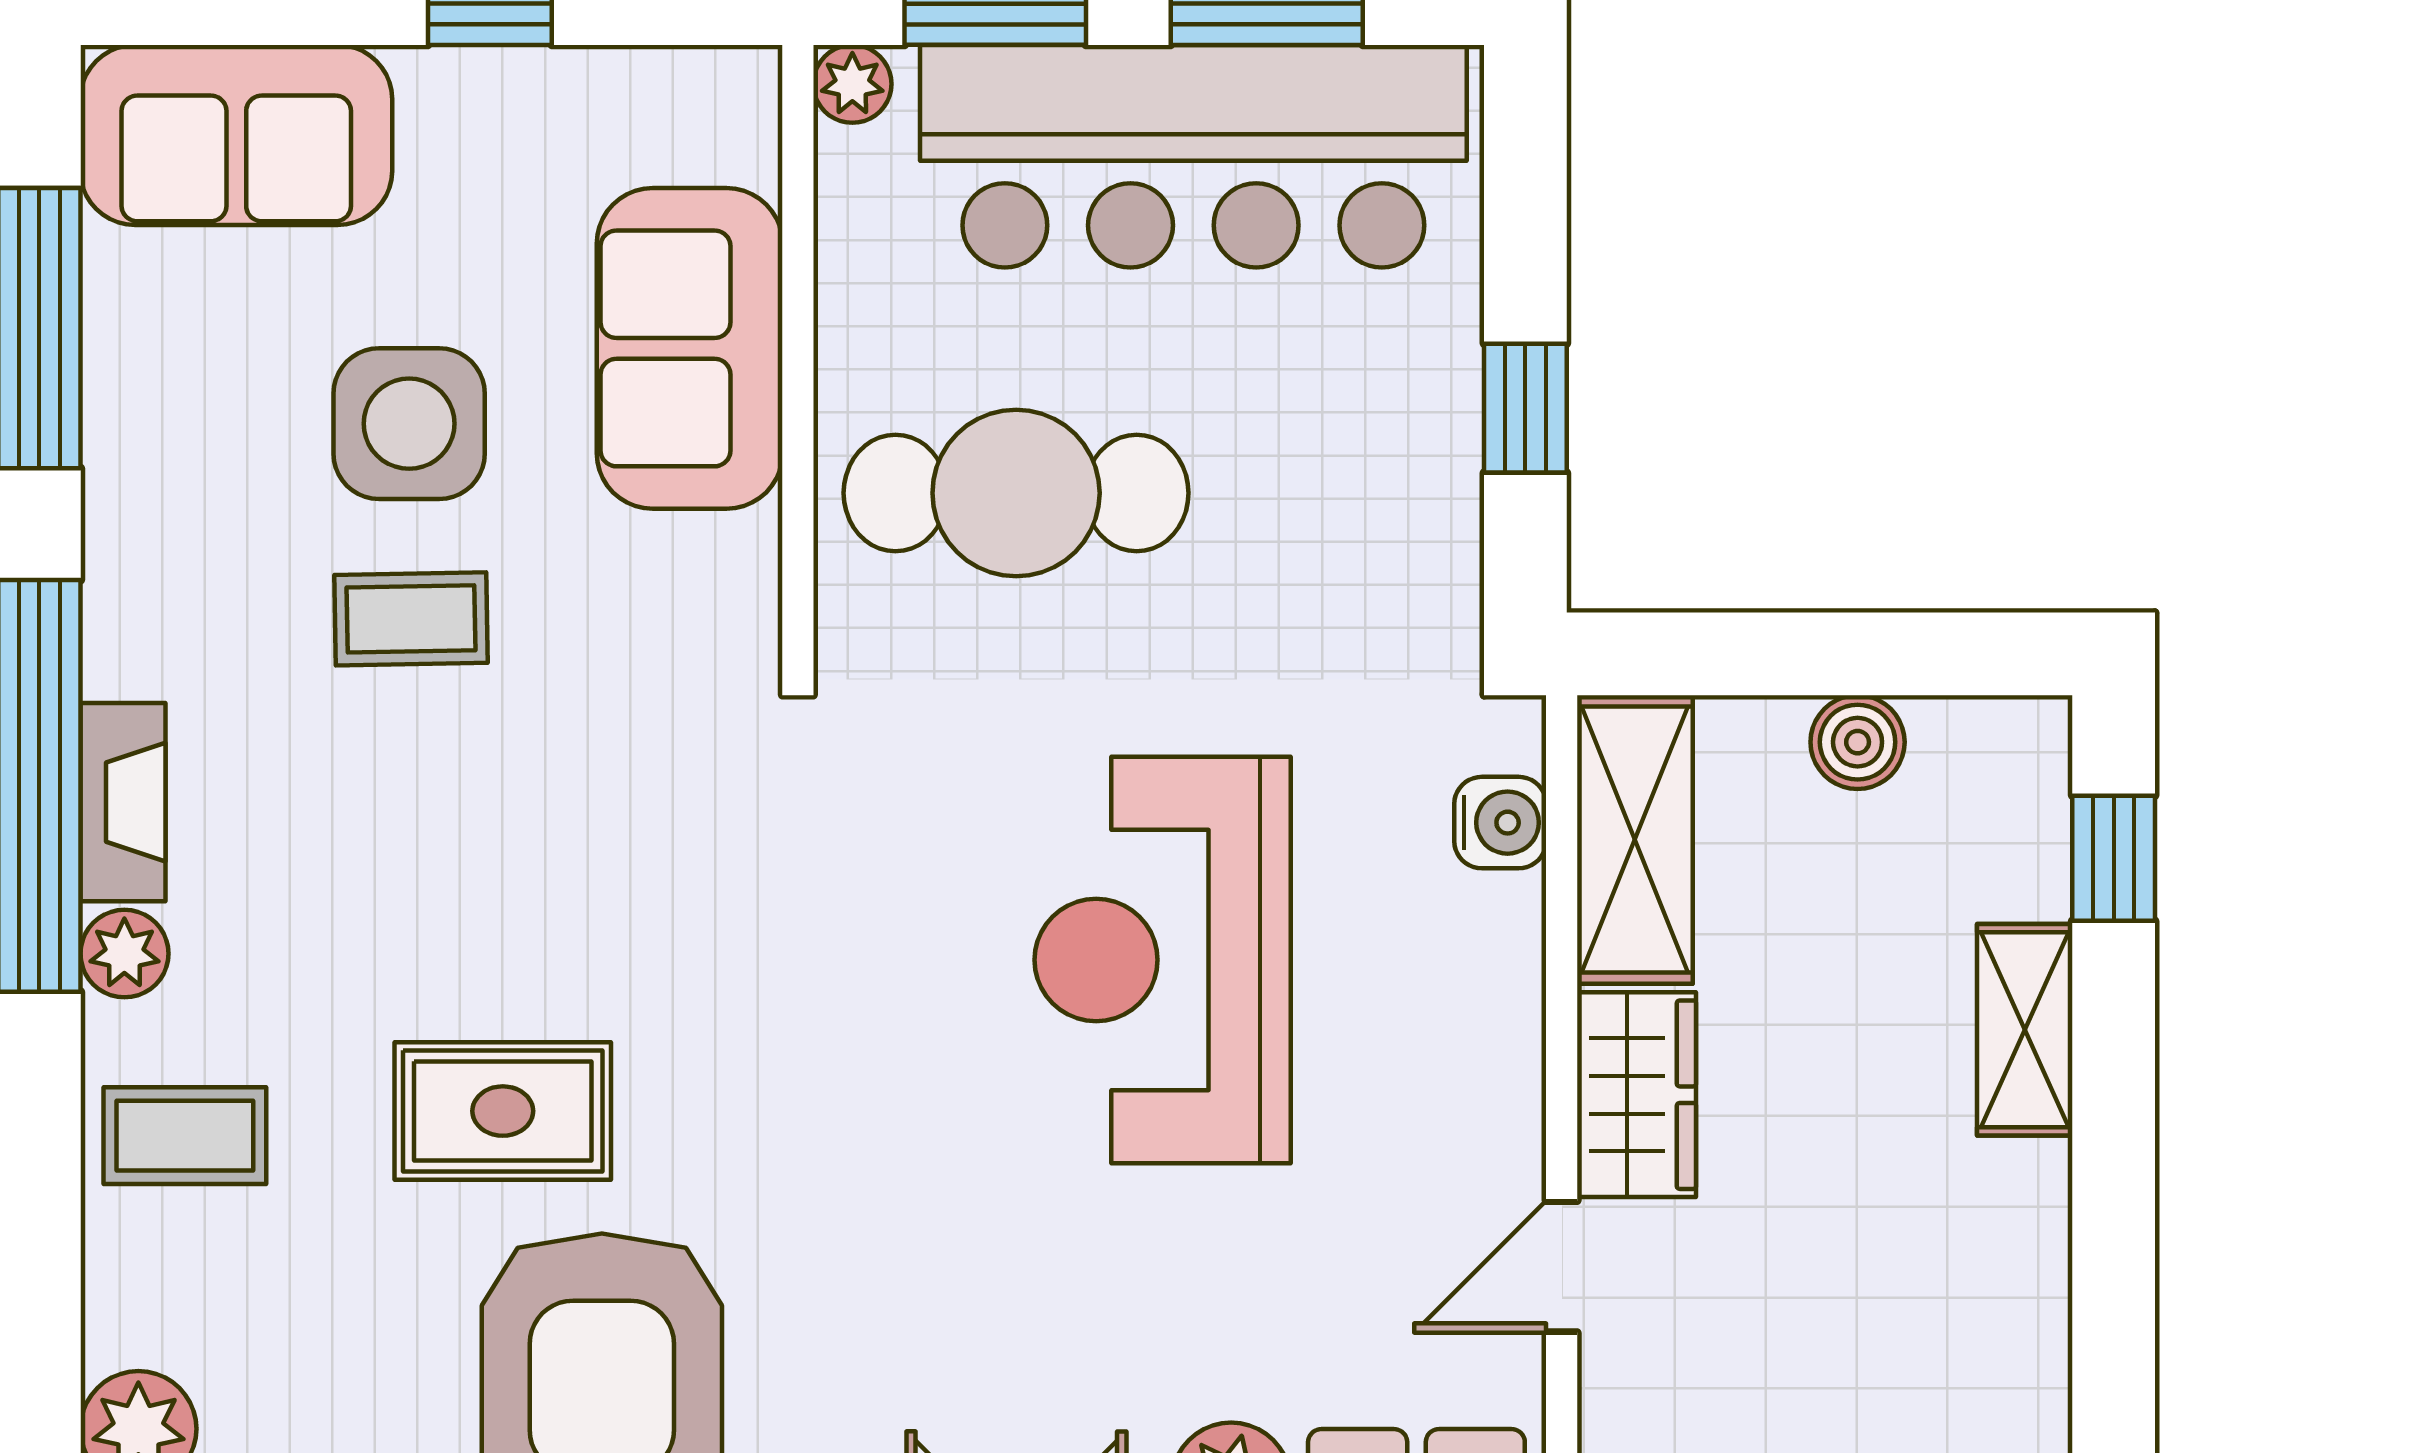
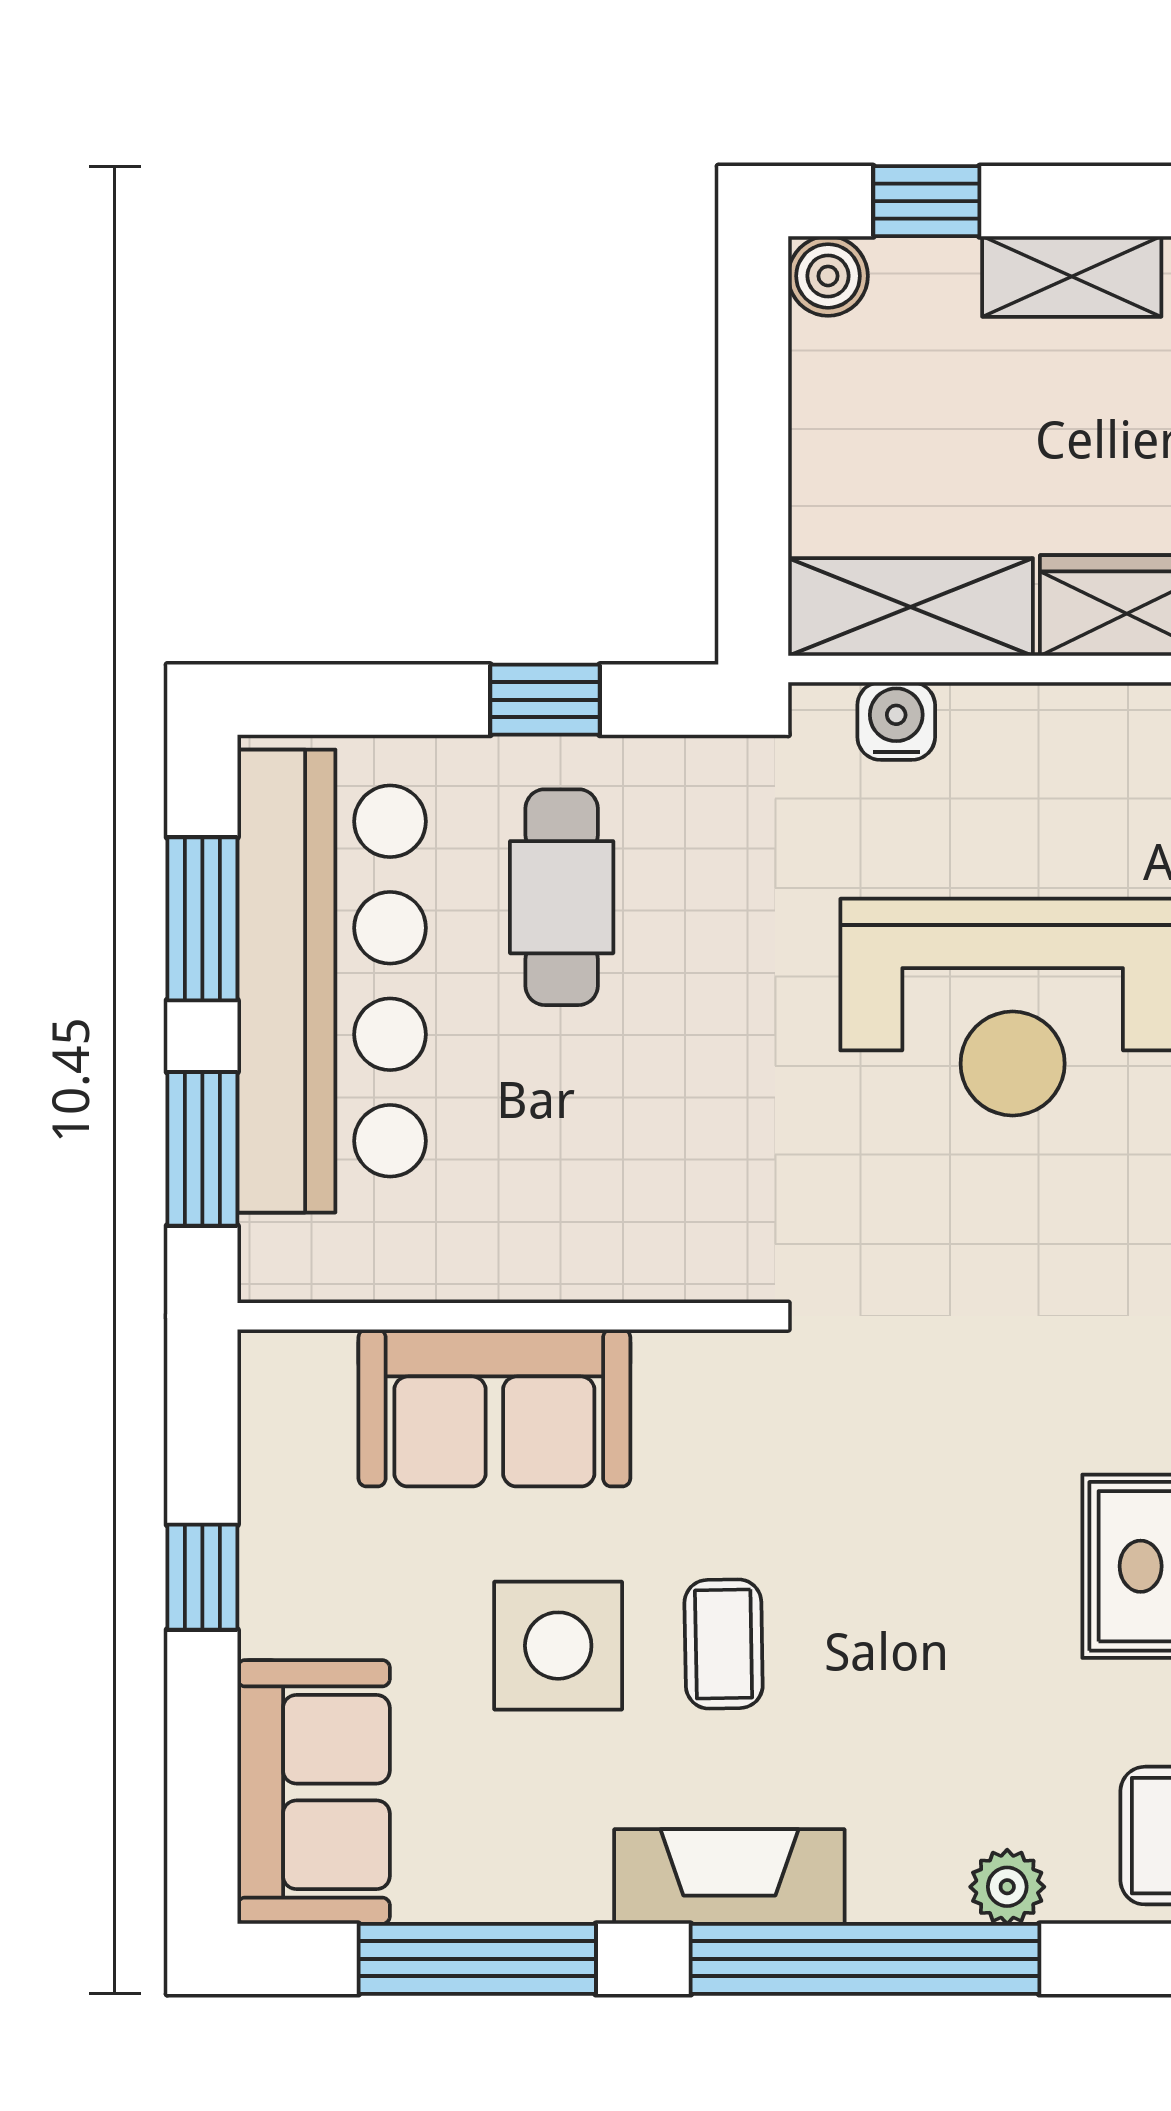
plant: (852, 84) -> (270, 1270), removed
cafe table: (1016, 493) -> (562, 897), moved, width x0.73, depth x0.74
boiler: (1858, 742) -> (828, 276), moved
fireplace: (123, 802) -> (729, 1877), moved, width x1.37, depth x1.32

